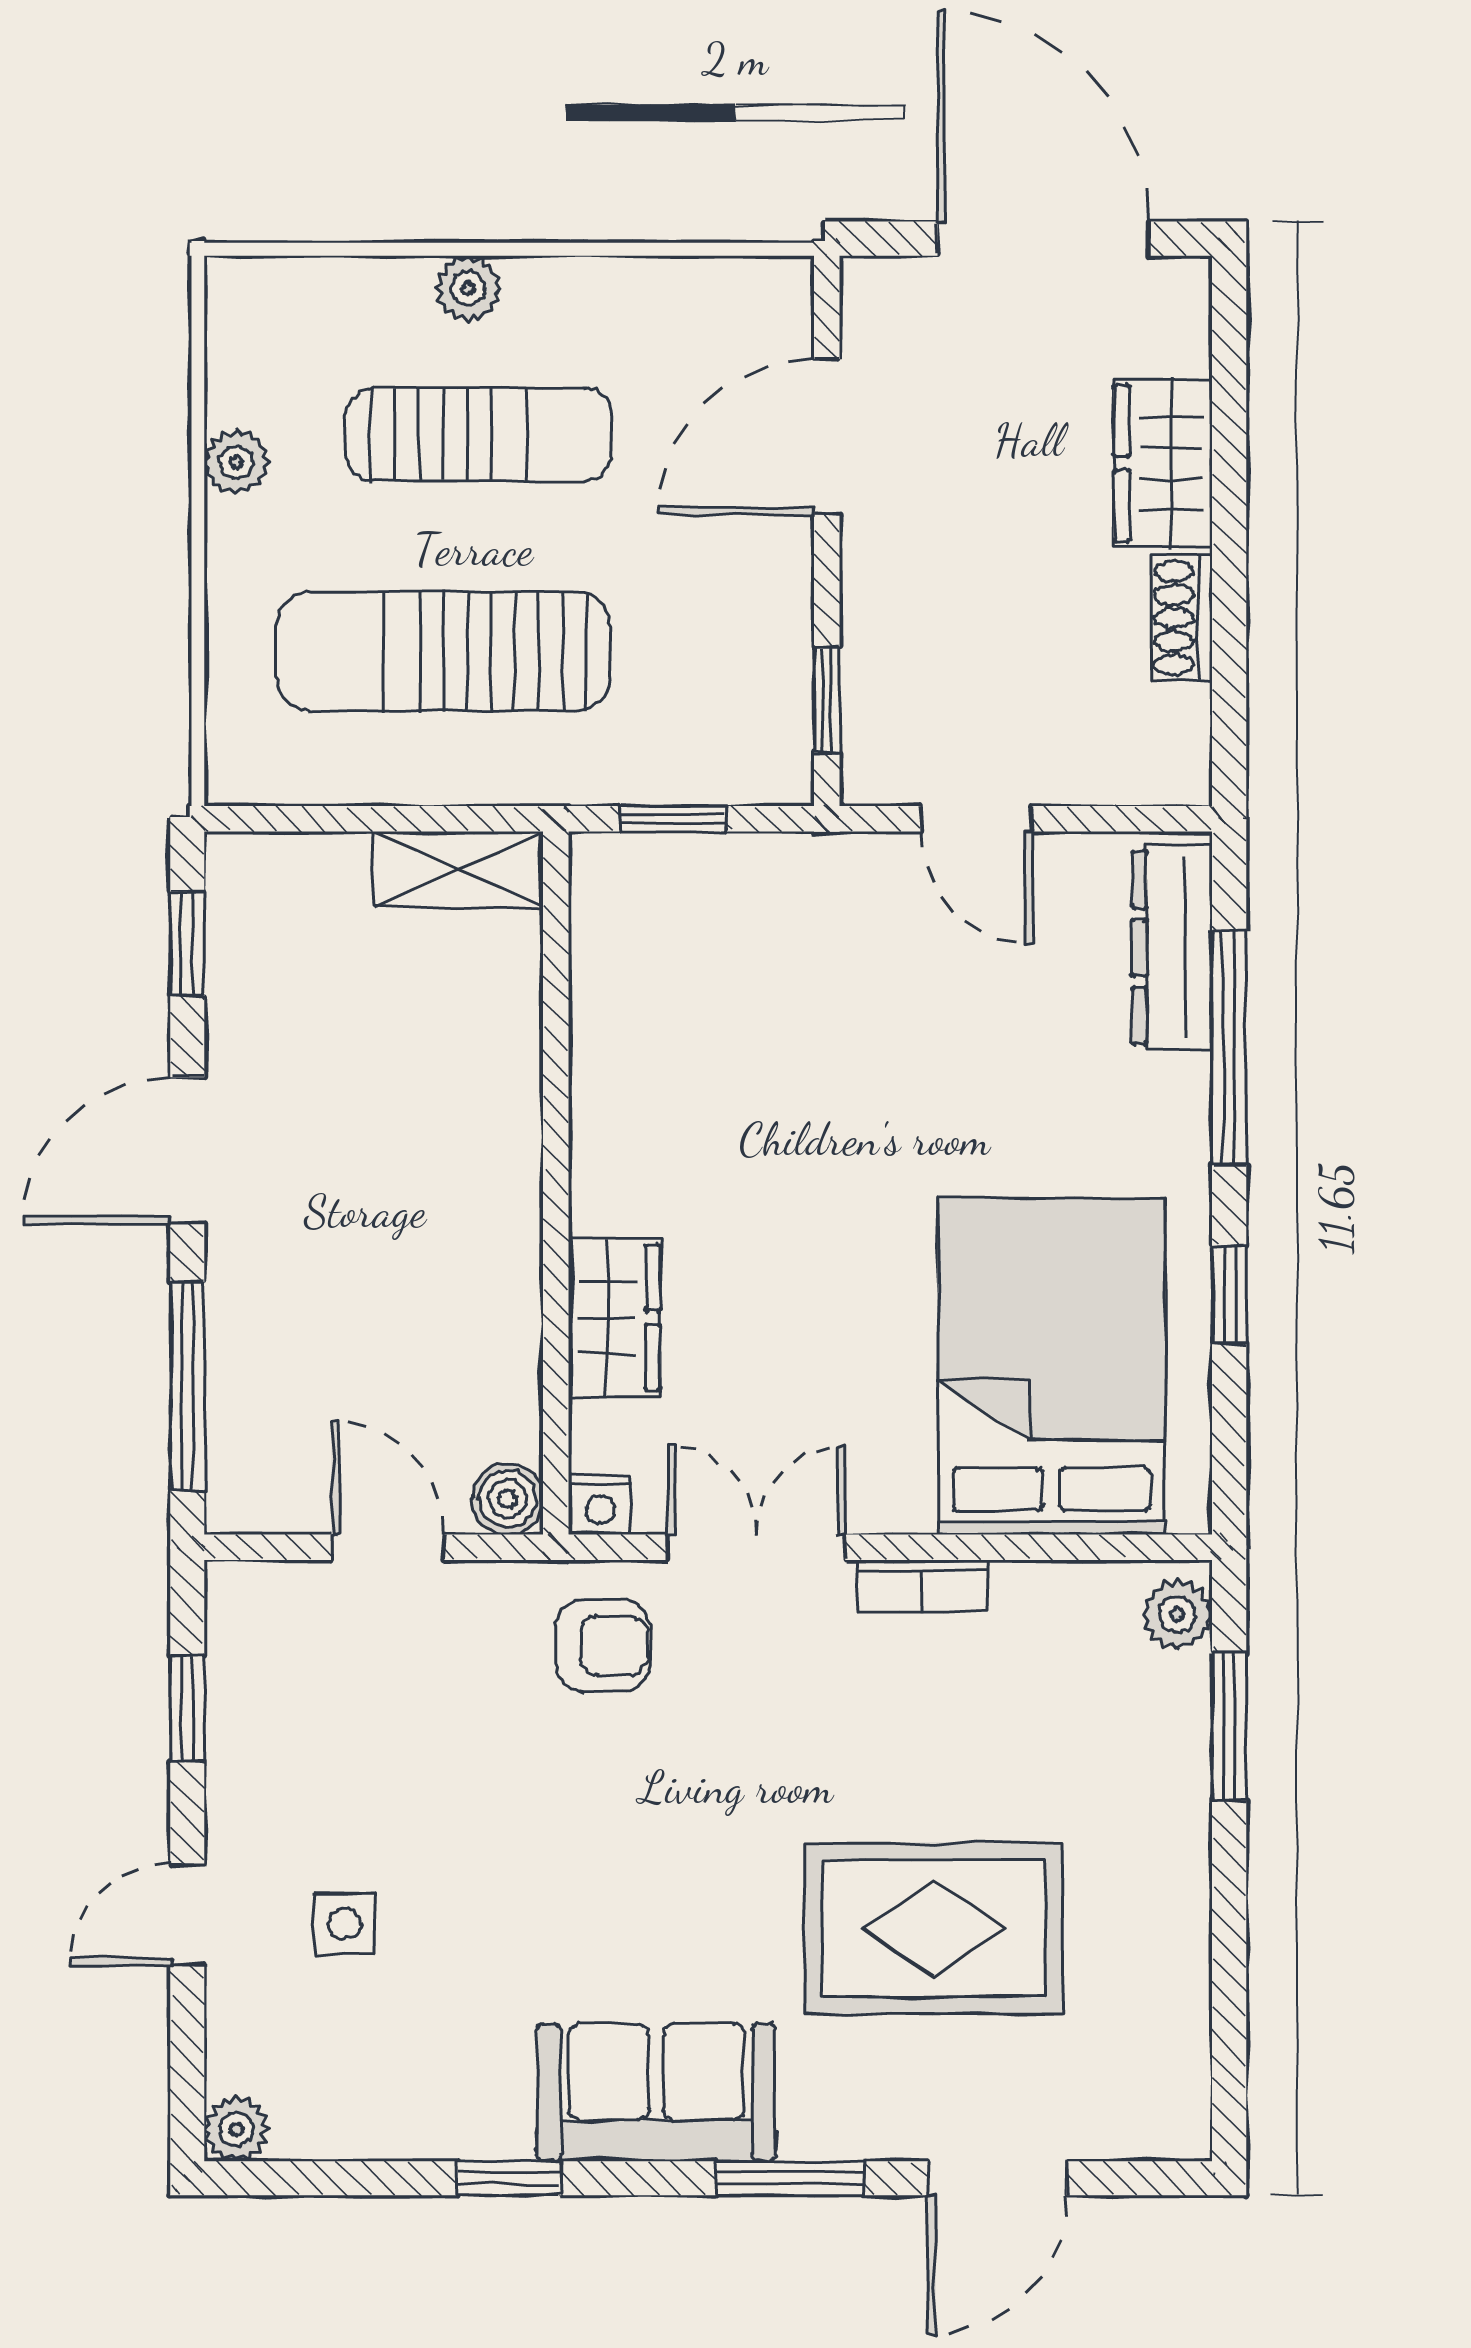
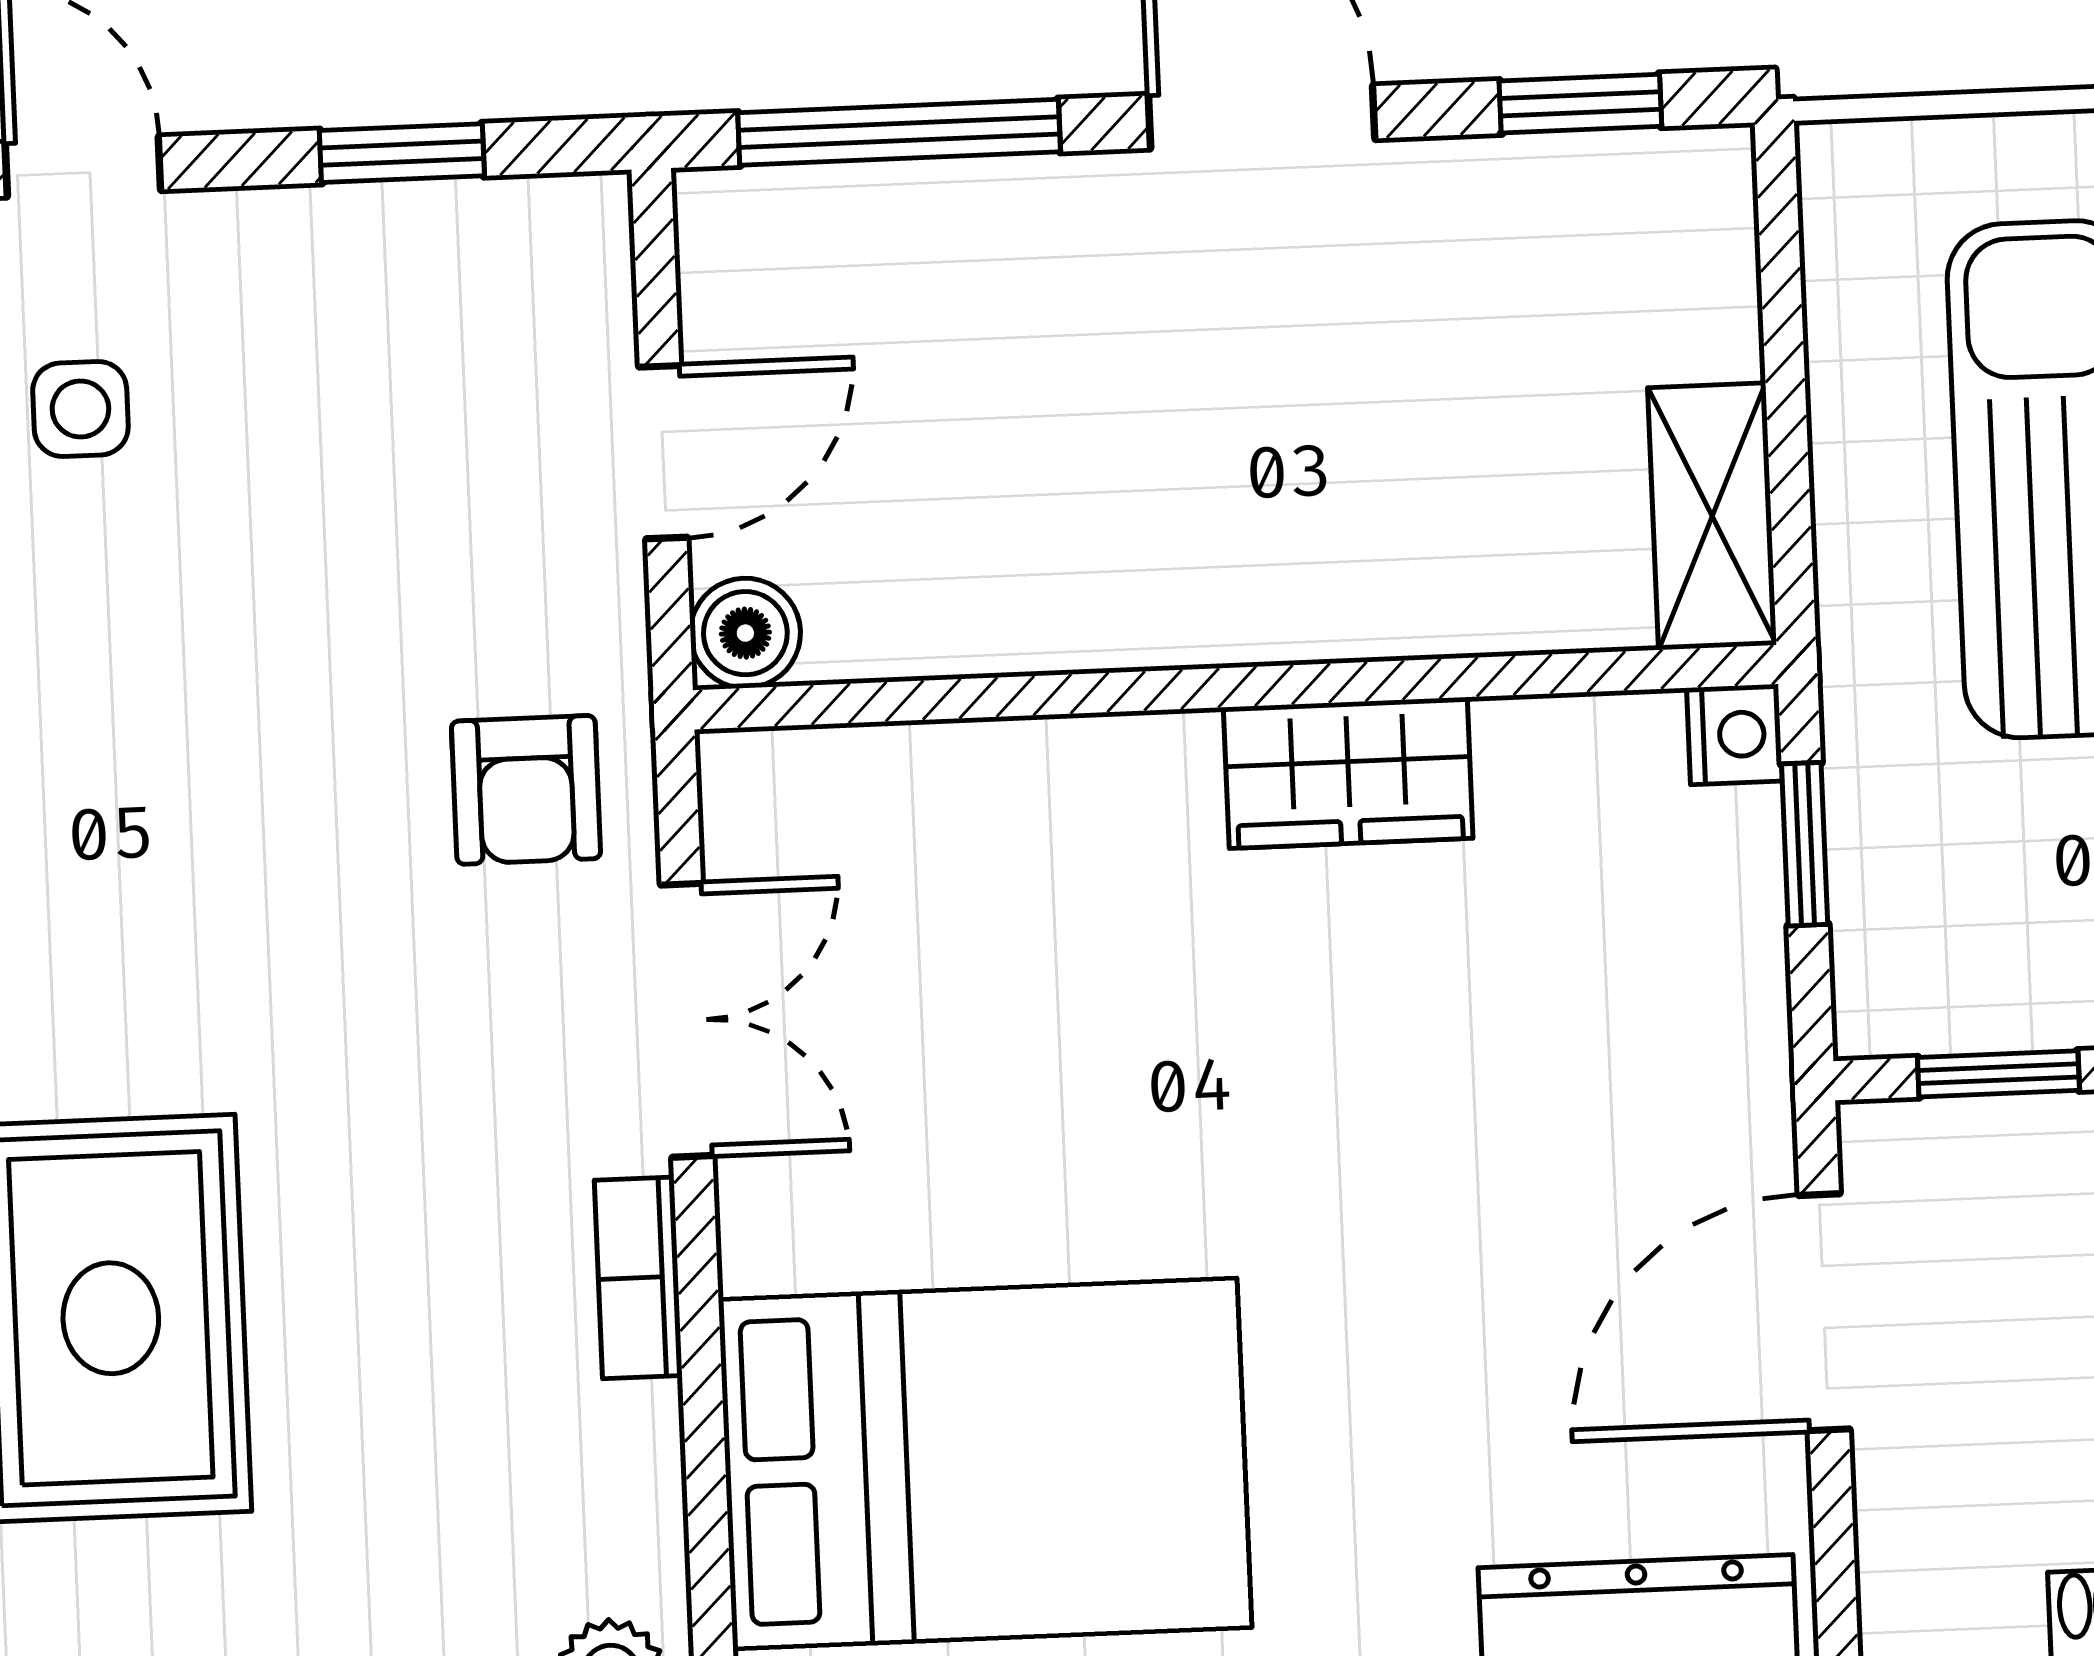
door: (976, 819) -> (1824, 1312), width x1.38
wardrobe: (614, 1318) -> (1348, 773), moved
nightstand: (600, 1505) -> (1734, 735), moved, turned 180

